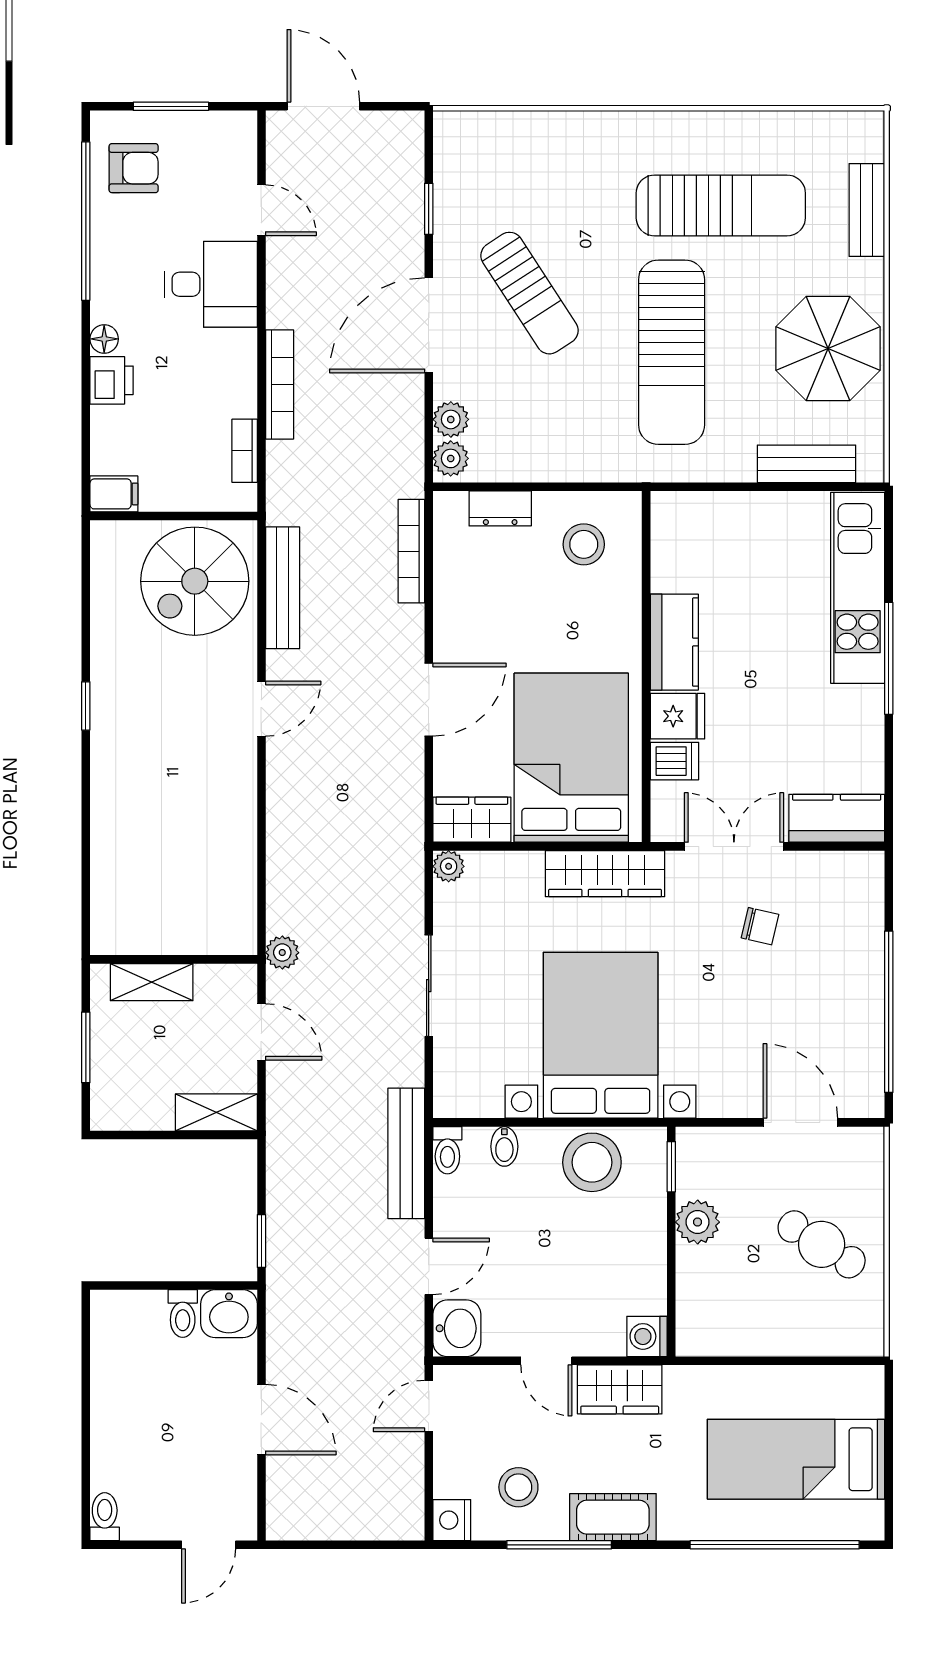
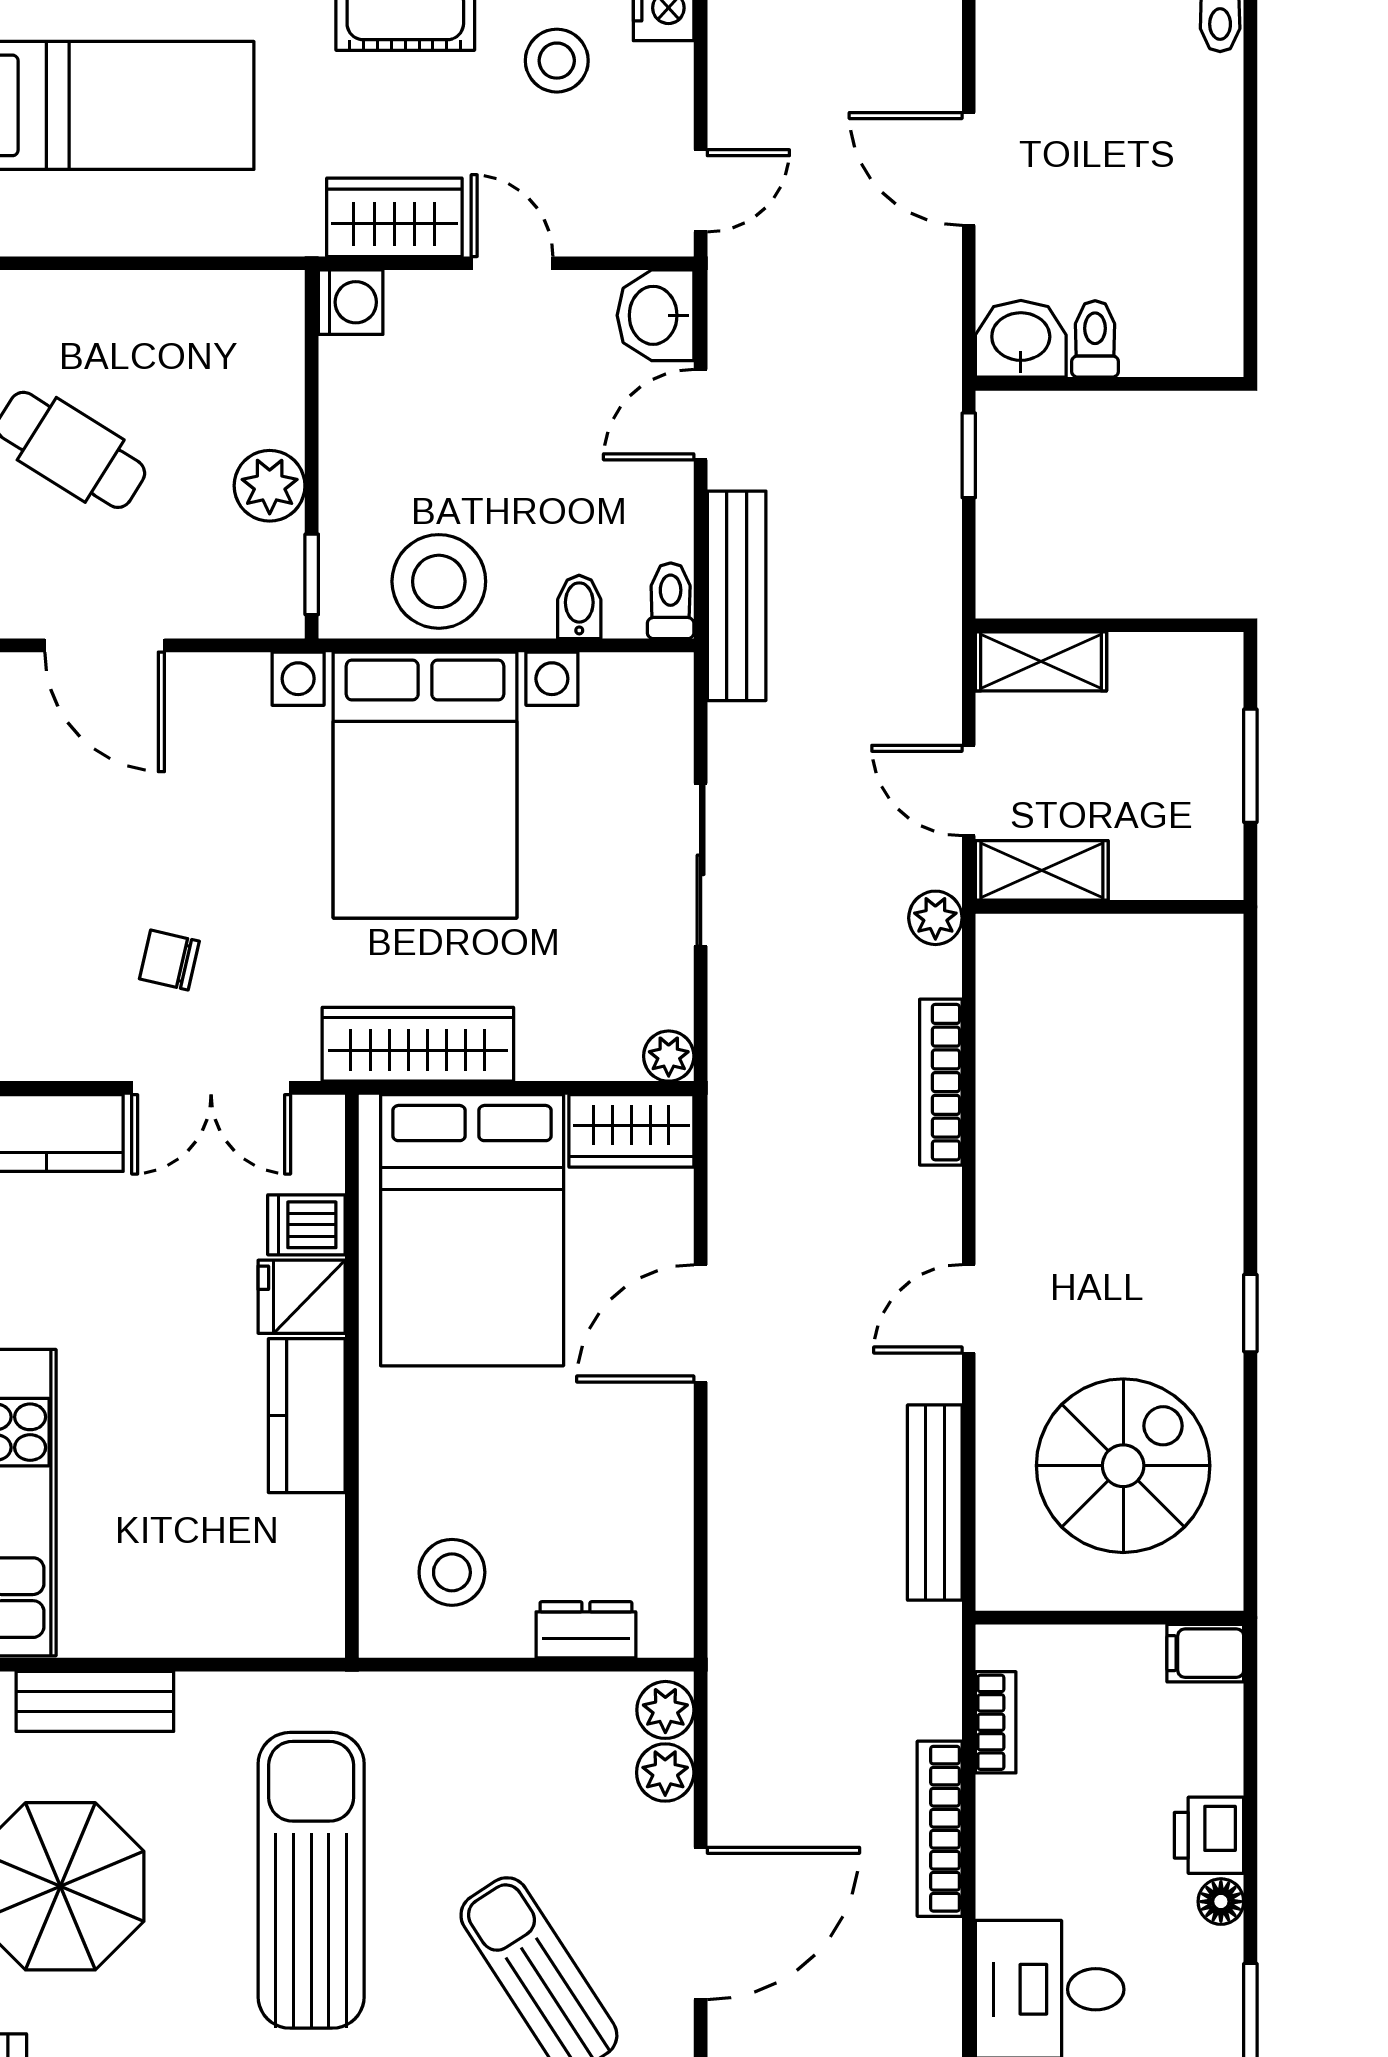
bookcase: (411, 551) -> (941, 1082), moved, turned 180
spiral stairs: (195, 581) -> (1123, 1466), moved
shelving: (152, 982) -> (1042, 870), moved

